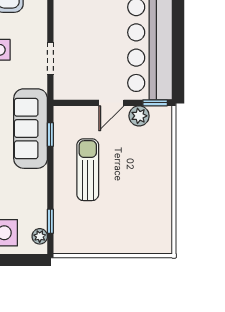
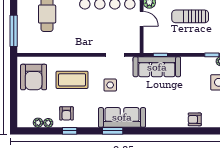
sun lounger: (88, 170) -> (190, 16), moved

